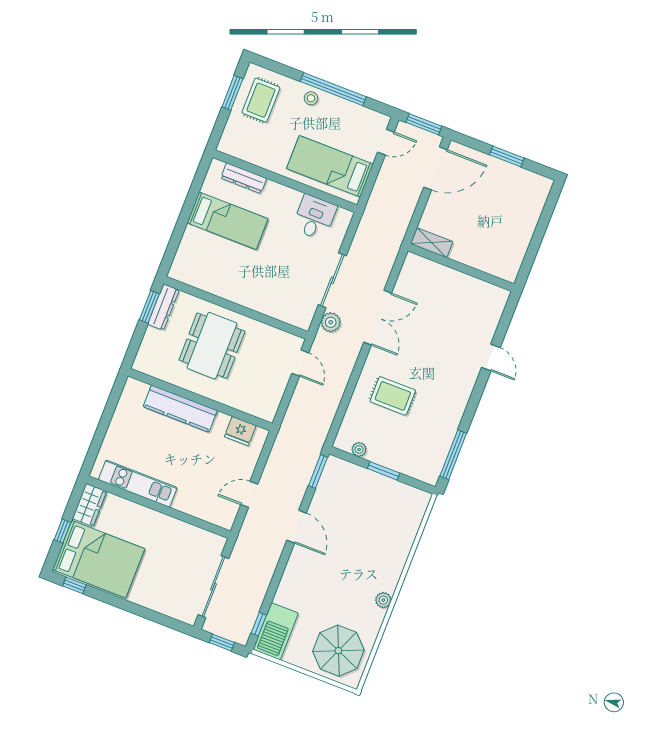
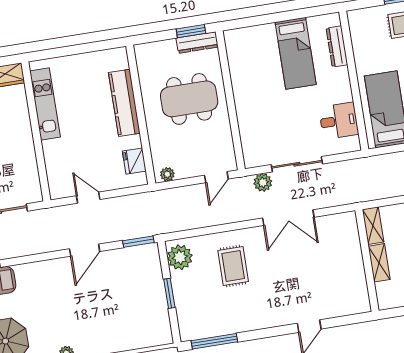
shelving: (470, 257) -> (379, 263), added
plant: (271, 407) -> (167, 174), added
plant: (359, 449) -> (180, 257), width x1.88, depth x1.88

